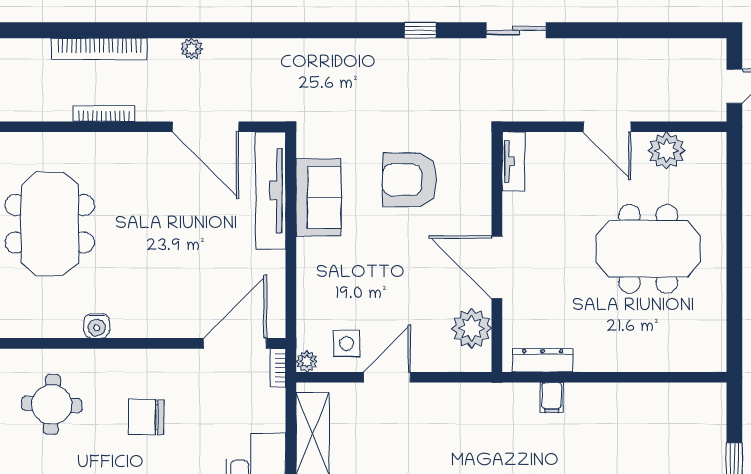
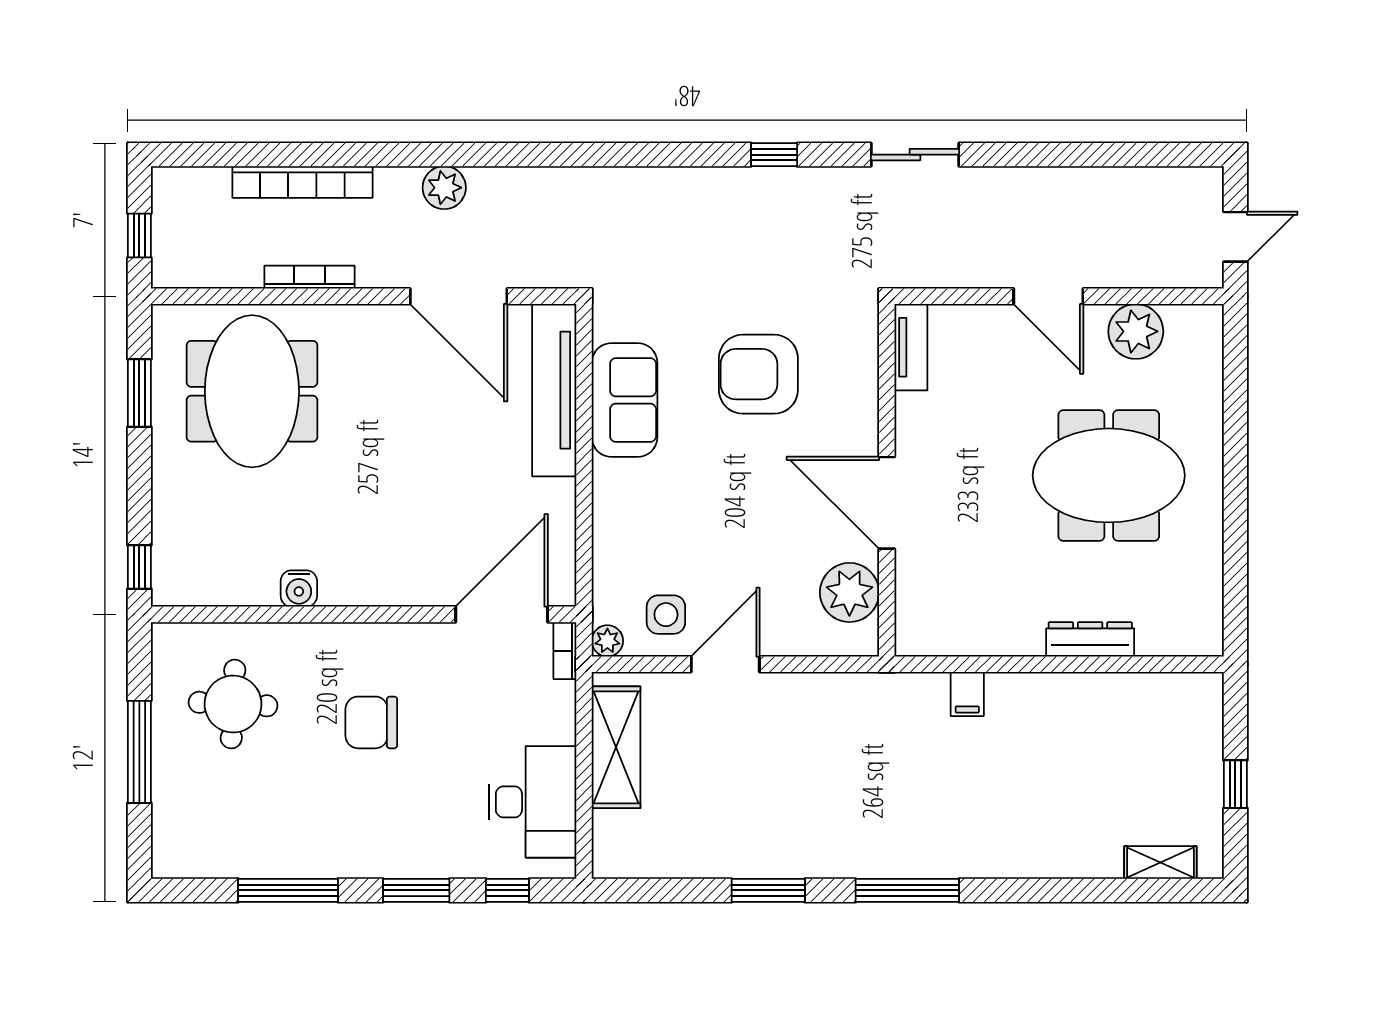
plant: (192, 49) -> (444, 188), width x1.38, depth x1.38
meeting table: (50, 224) -> (252, 391), moved
dresser: (543, 360) -> (1090, 639), moved

